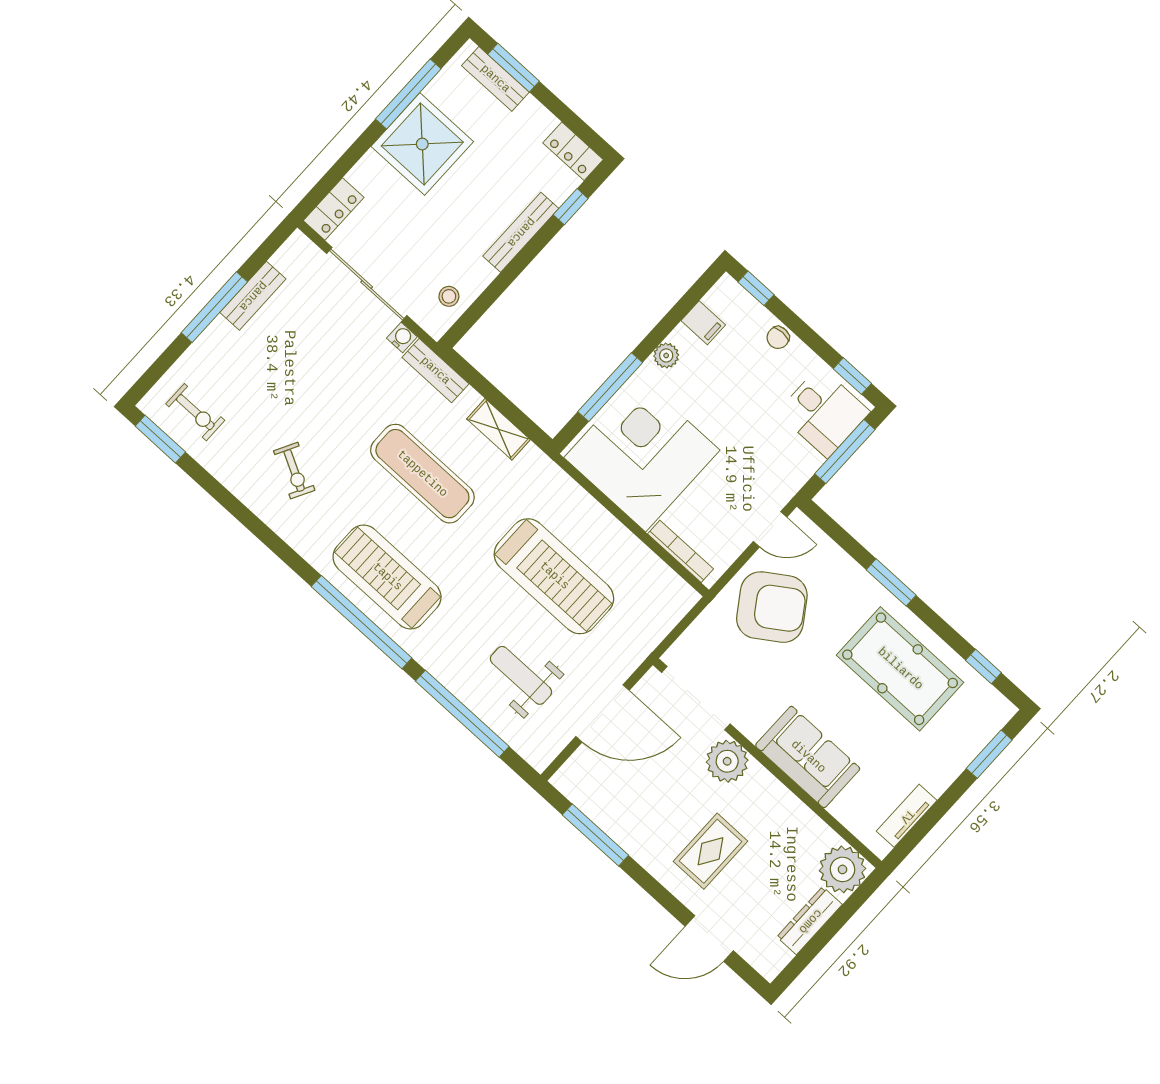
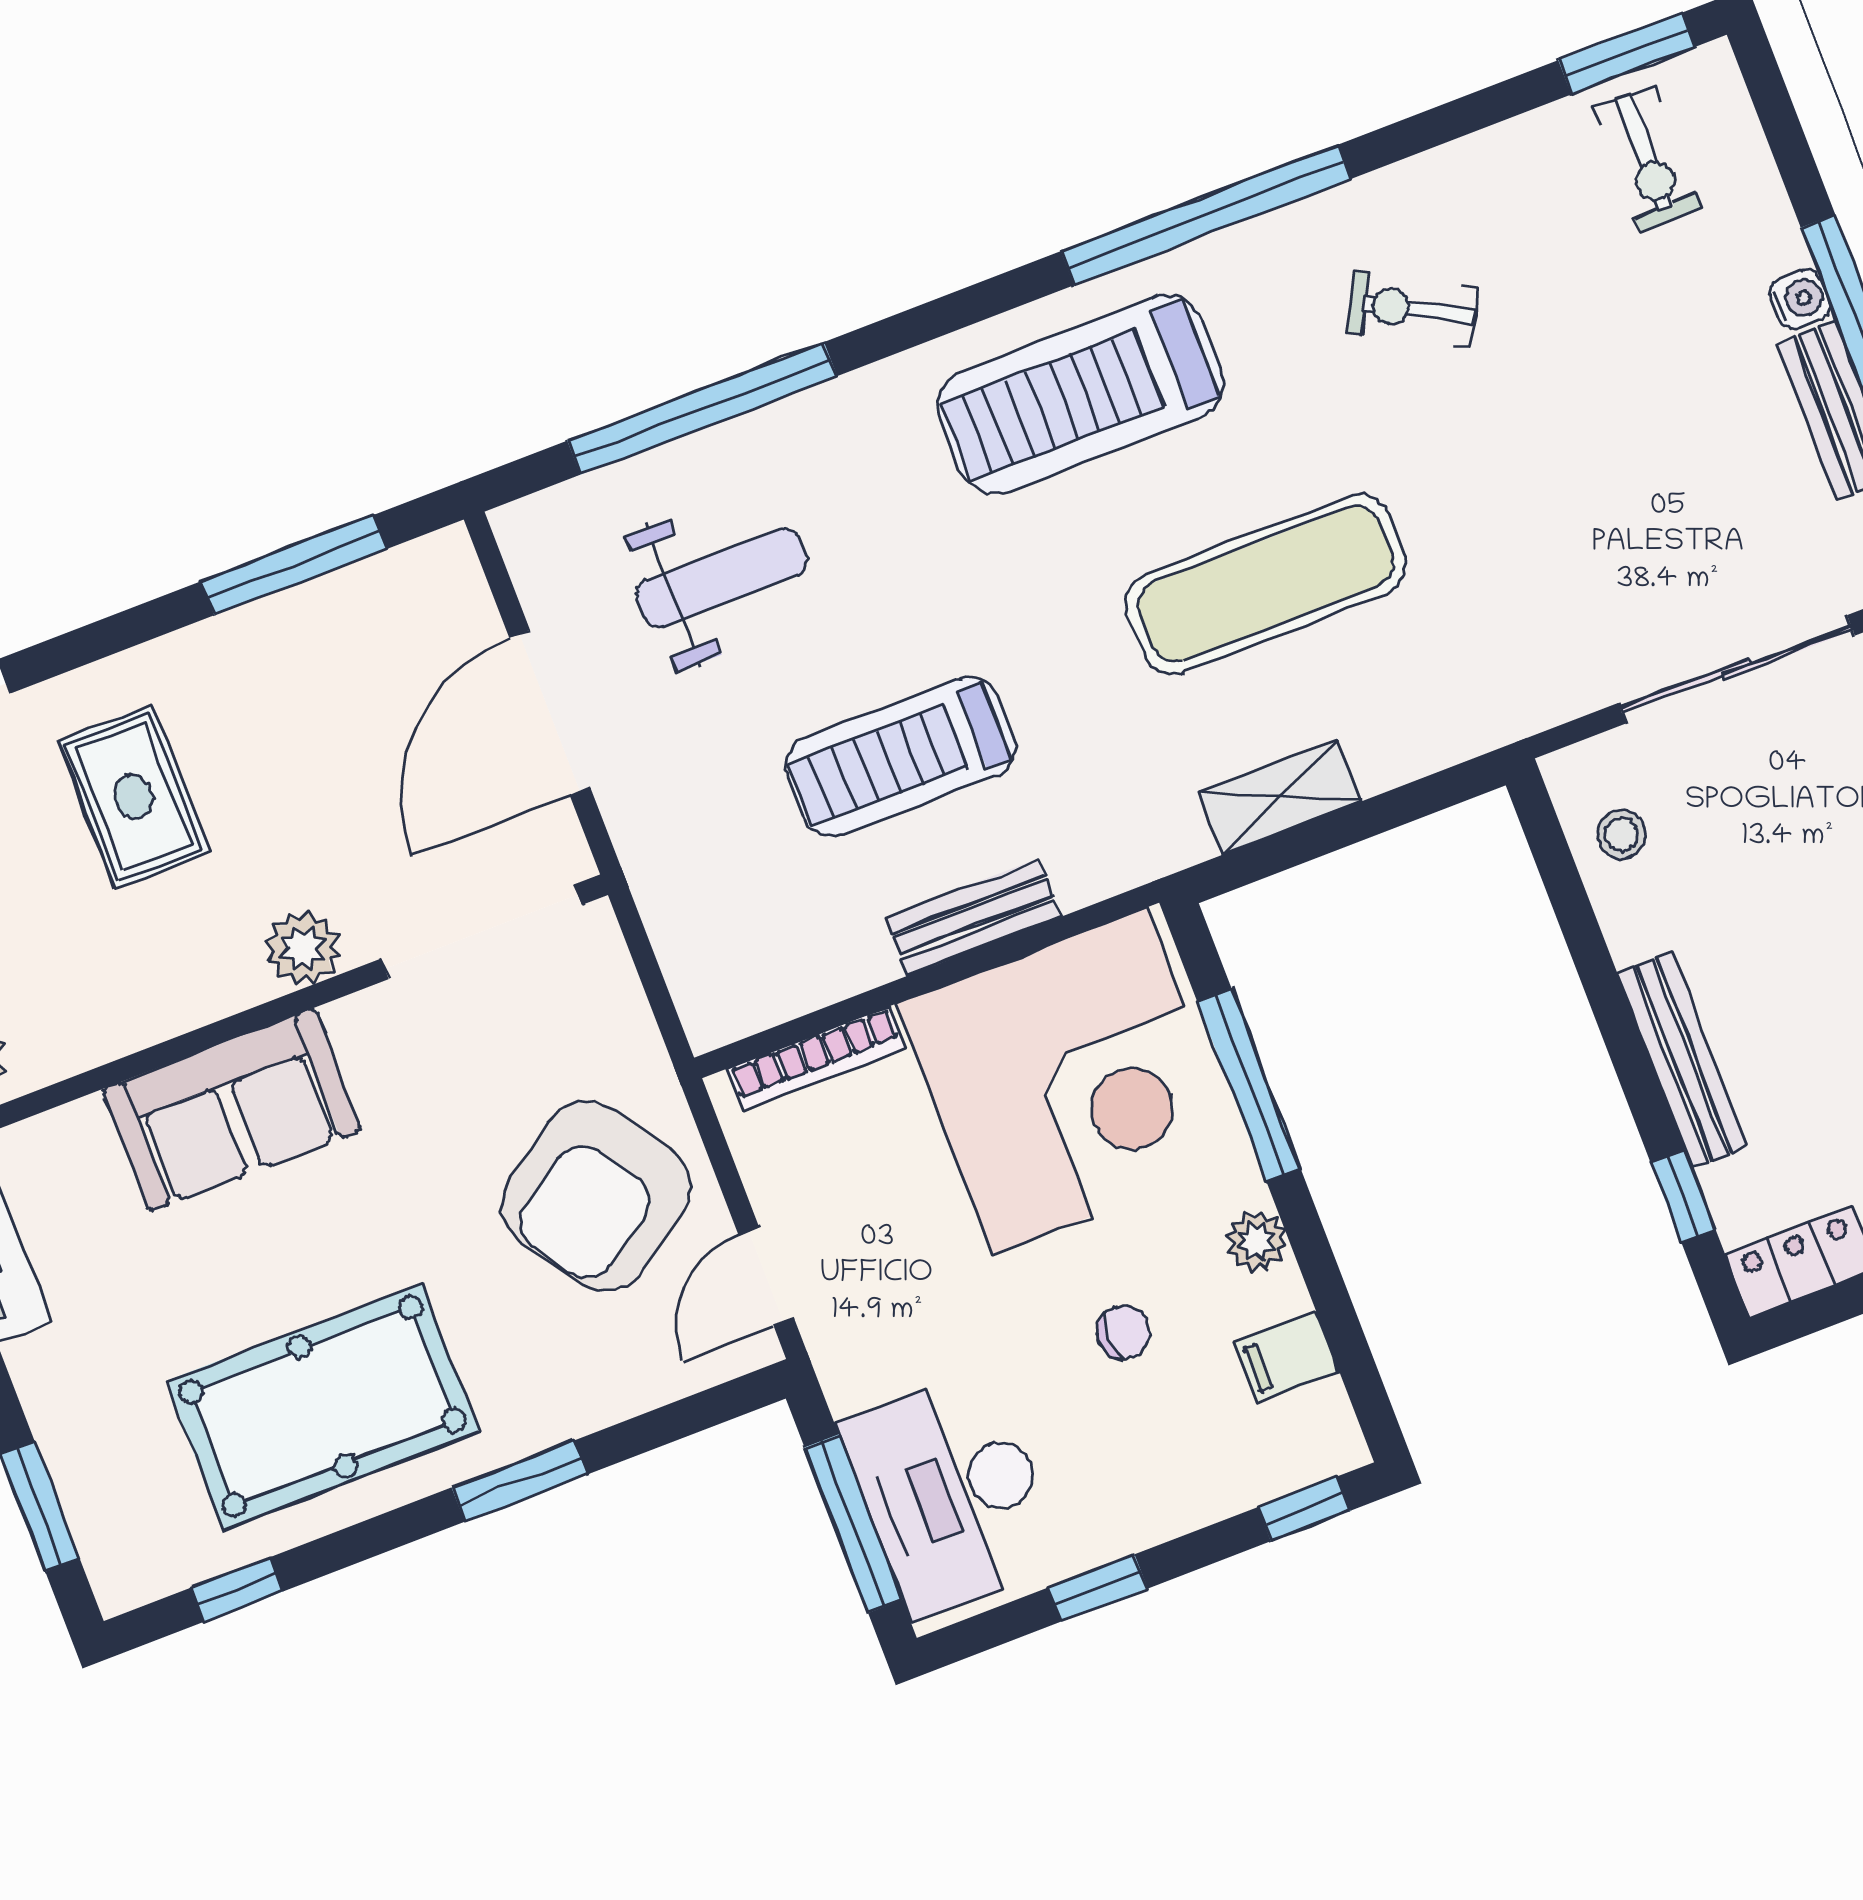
water cooler: (402, 337) -> (1800, 299), moved, turned -90
chair: (778, 338) -> (1123, 1332), moved, turned 90
bench: (435, 371) -> (973, 917), moved
window: (852, 376) -> (1098, 1588), moved
exercise bike: (195, 412) -> (1647, 159), turned -90
desk: (824, 412) -> (952, 1493), width x1.37
treadmill: (554, 576) -> (900, 757), width x0.73, depth x0.73
treadmill: (387, 577) -> (1081, 394), turned 180
window: (362, 622) -> (1206, 215), moved
plant: (727, 761) -> (303, 948), width x0.73, depth x0.73

